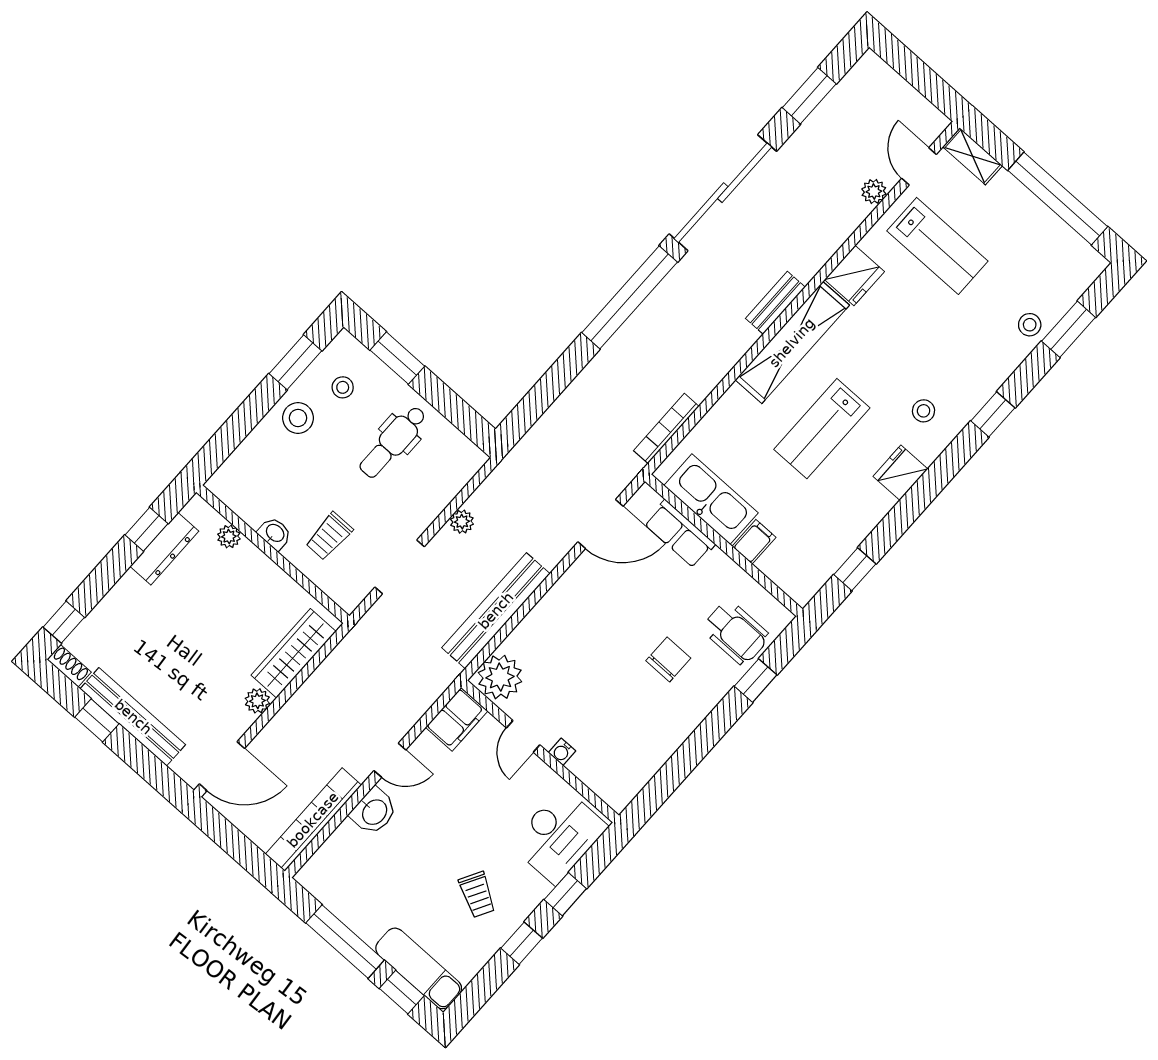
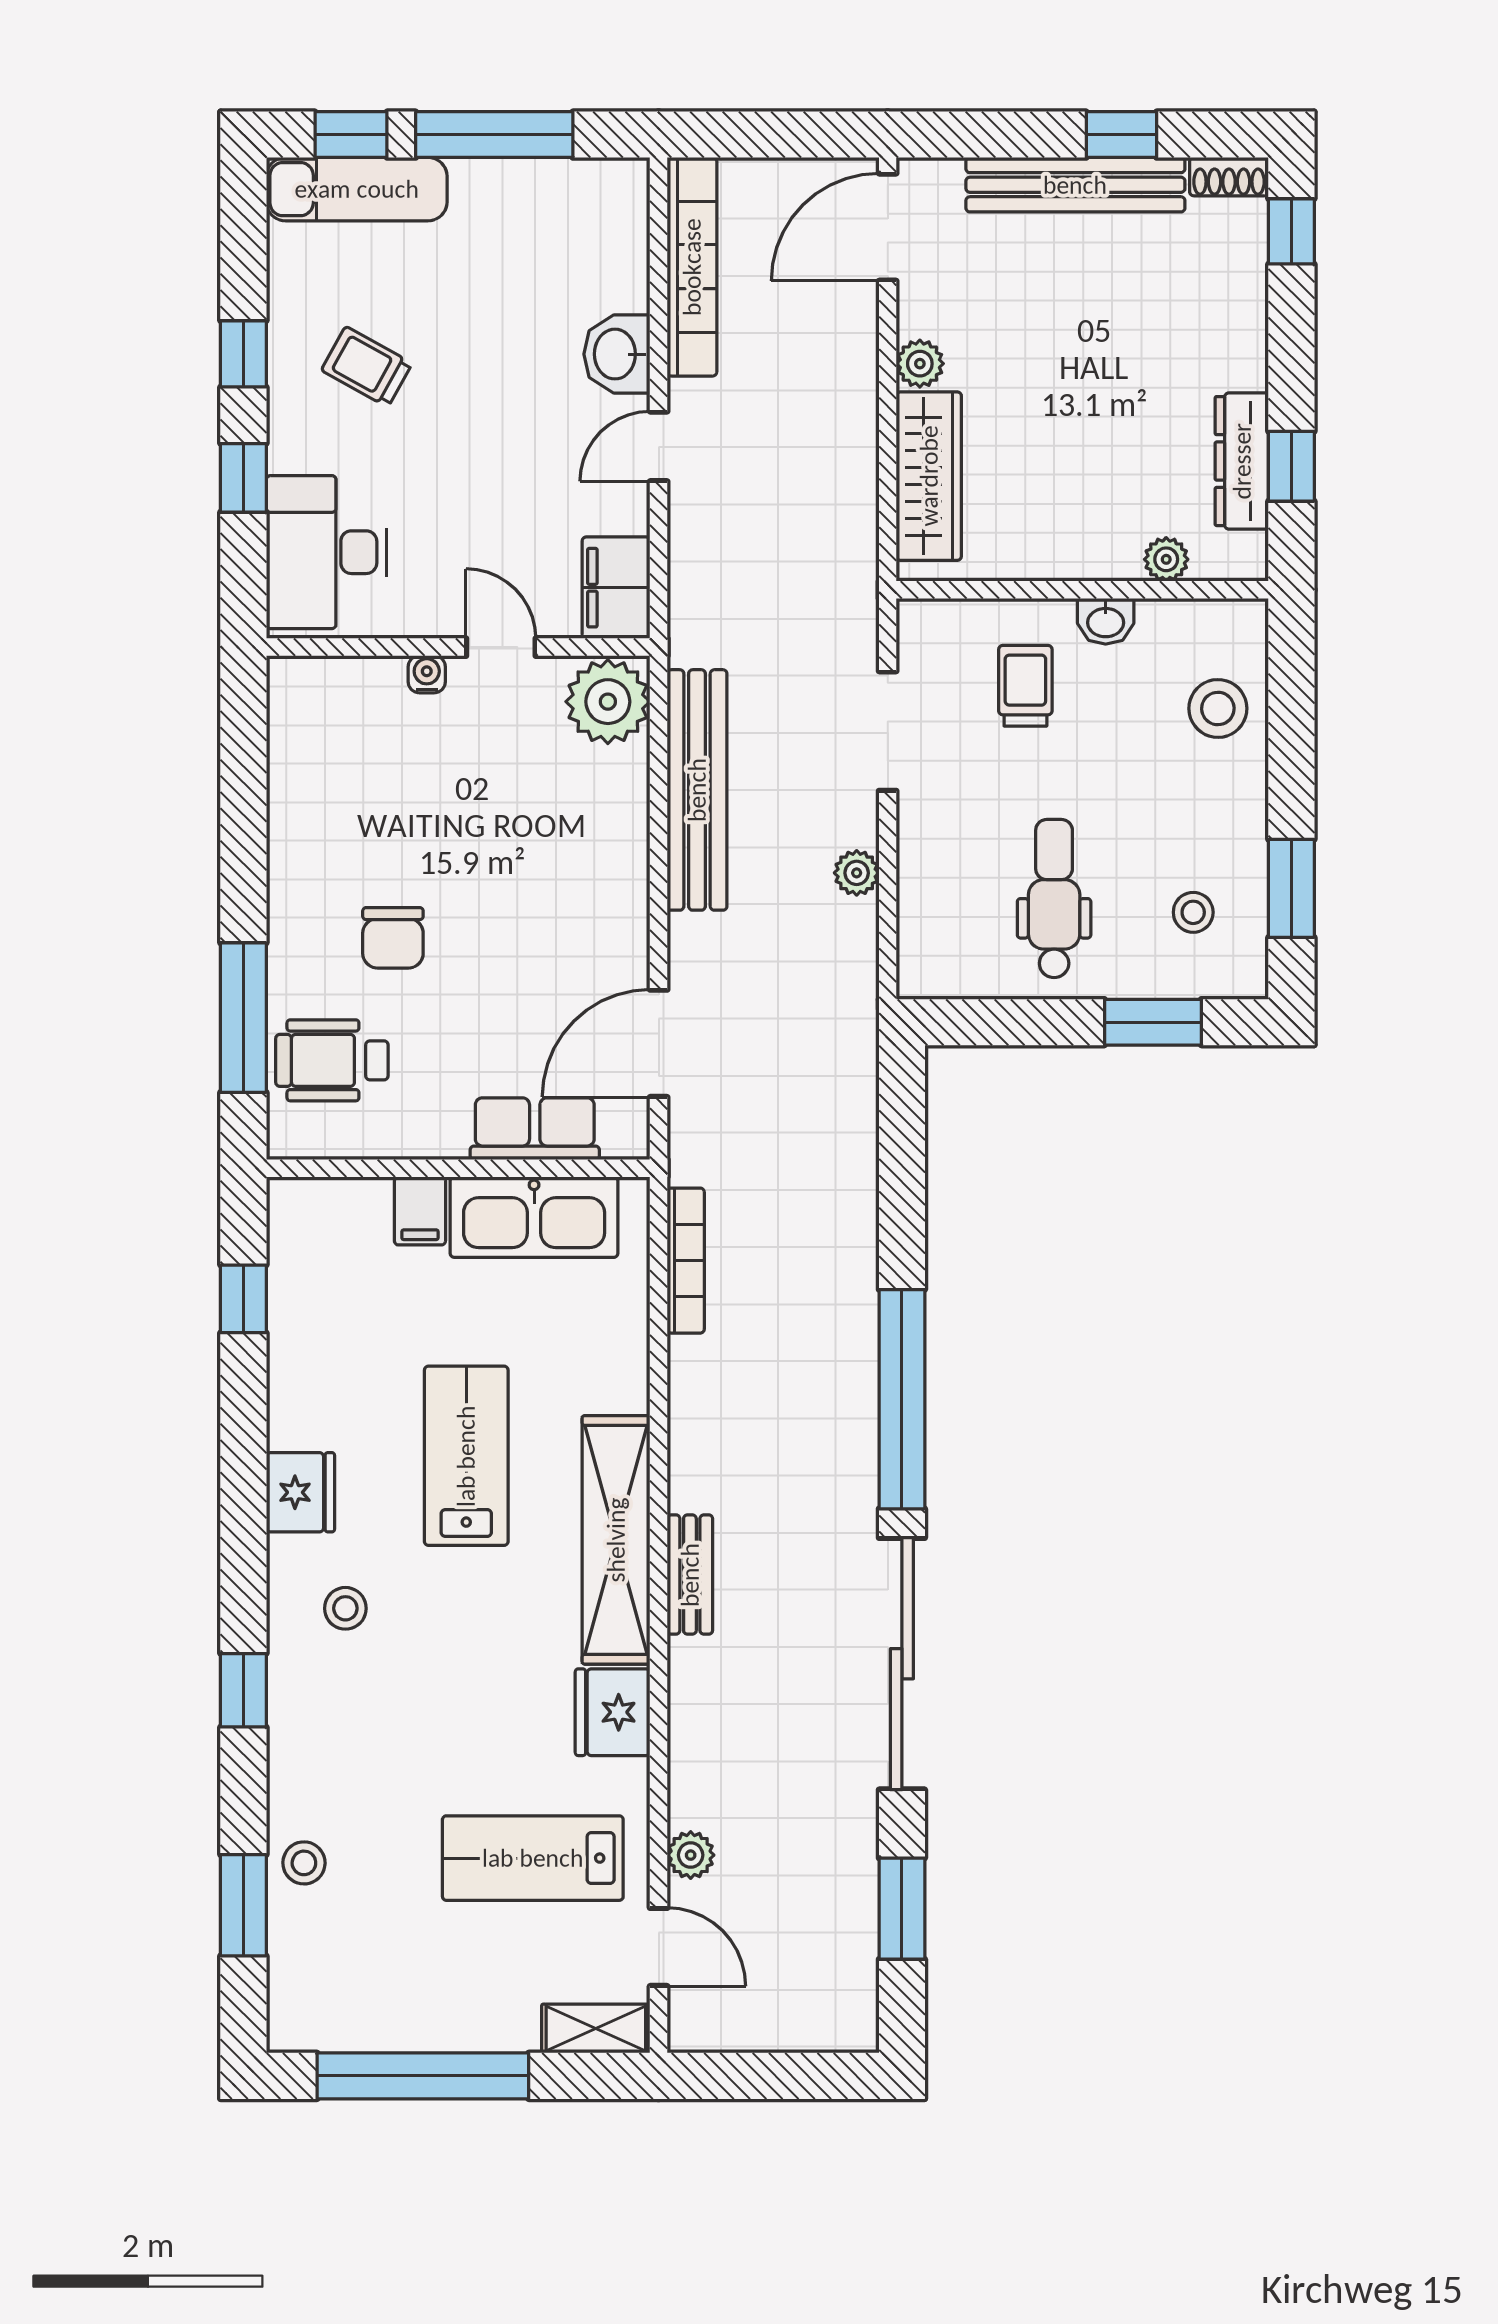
stool: (298, 418) -> (1218, 708), moved
window: (756, 681) -> (243, 1018), width x2.17

